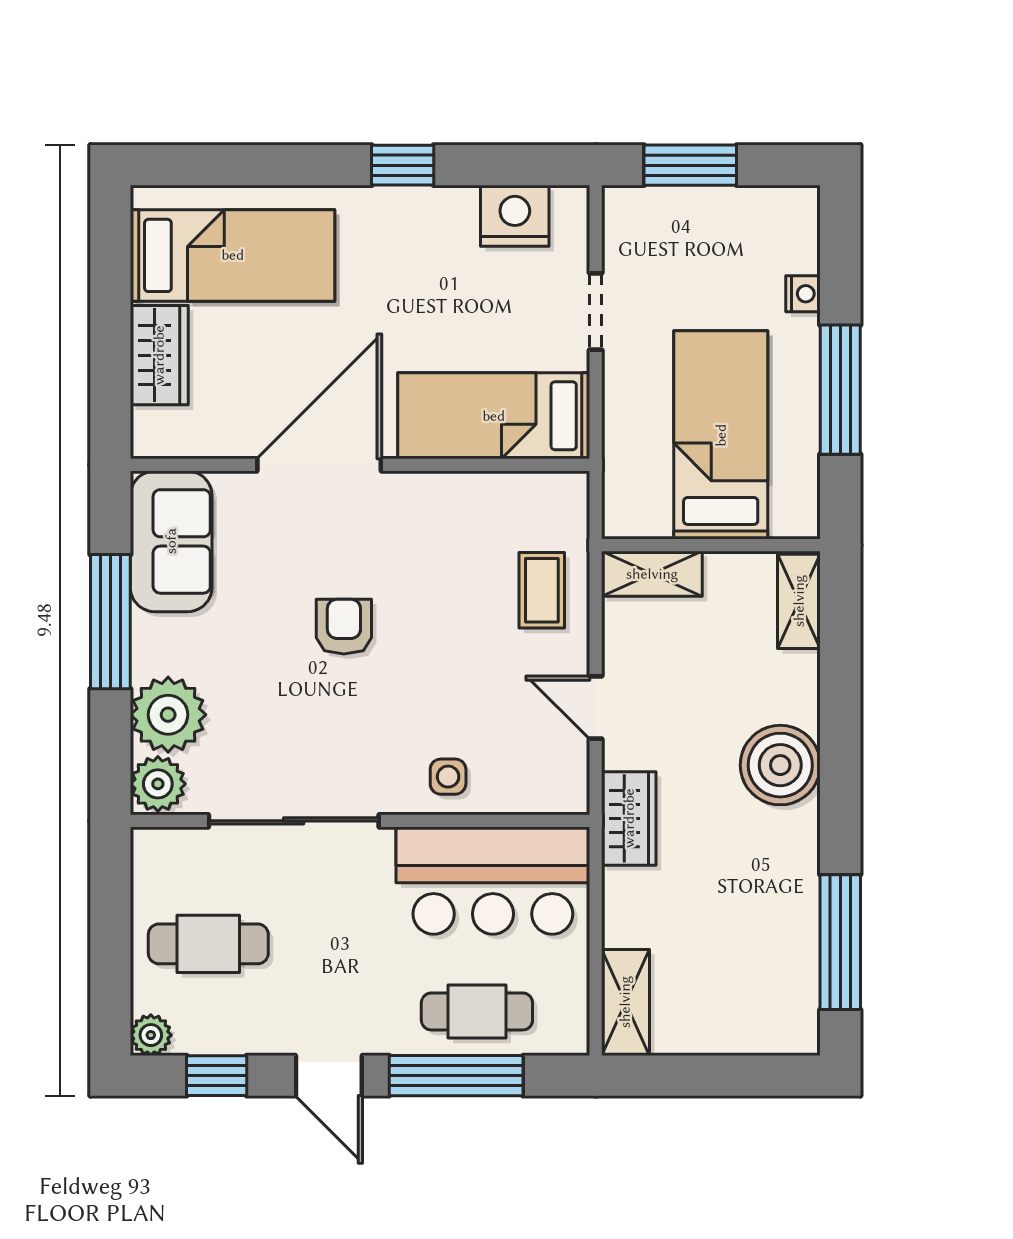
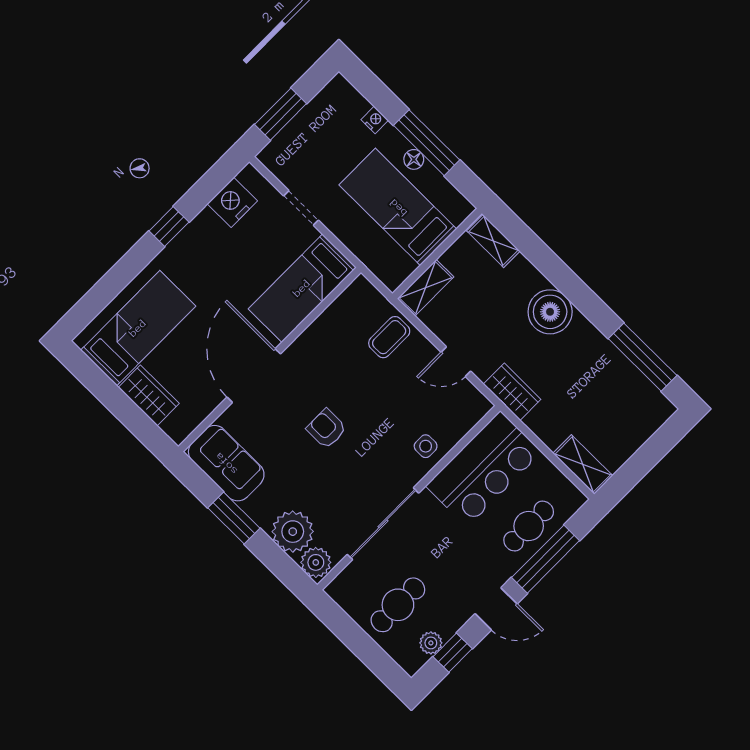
floor lamp: (802, 395) -> (414, 159), added
coffee table: (542, 590) -> (389, 337), turned 90
window: (110, 622) -> (234, 518), width x0.69
plant: (151, 1035) -> (431, 643), moved

